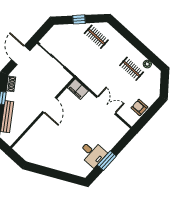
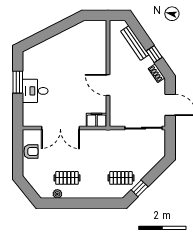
window: (79, 19) -> (140, 188), moved
double door: (106, 105) -> (60, 128), width x1.37
desk: (93, 153) -> (35, 91), moved

